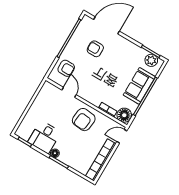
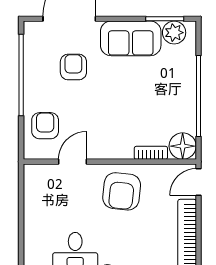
armchair: (95, 49) -> (73, 67), turned 90
armchair: (66, 68) -> (45, 126), turned -90
sofa: (139, 86) -> (131, 38), moved, turned -90
door: (69, 92) -> (73, 162), hinge flipped

